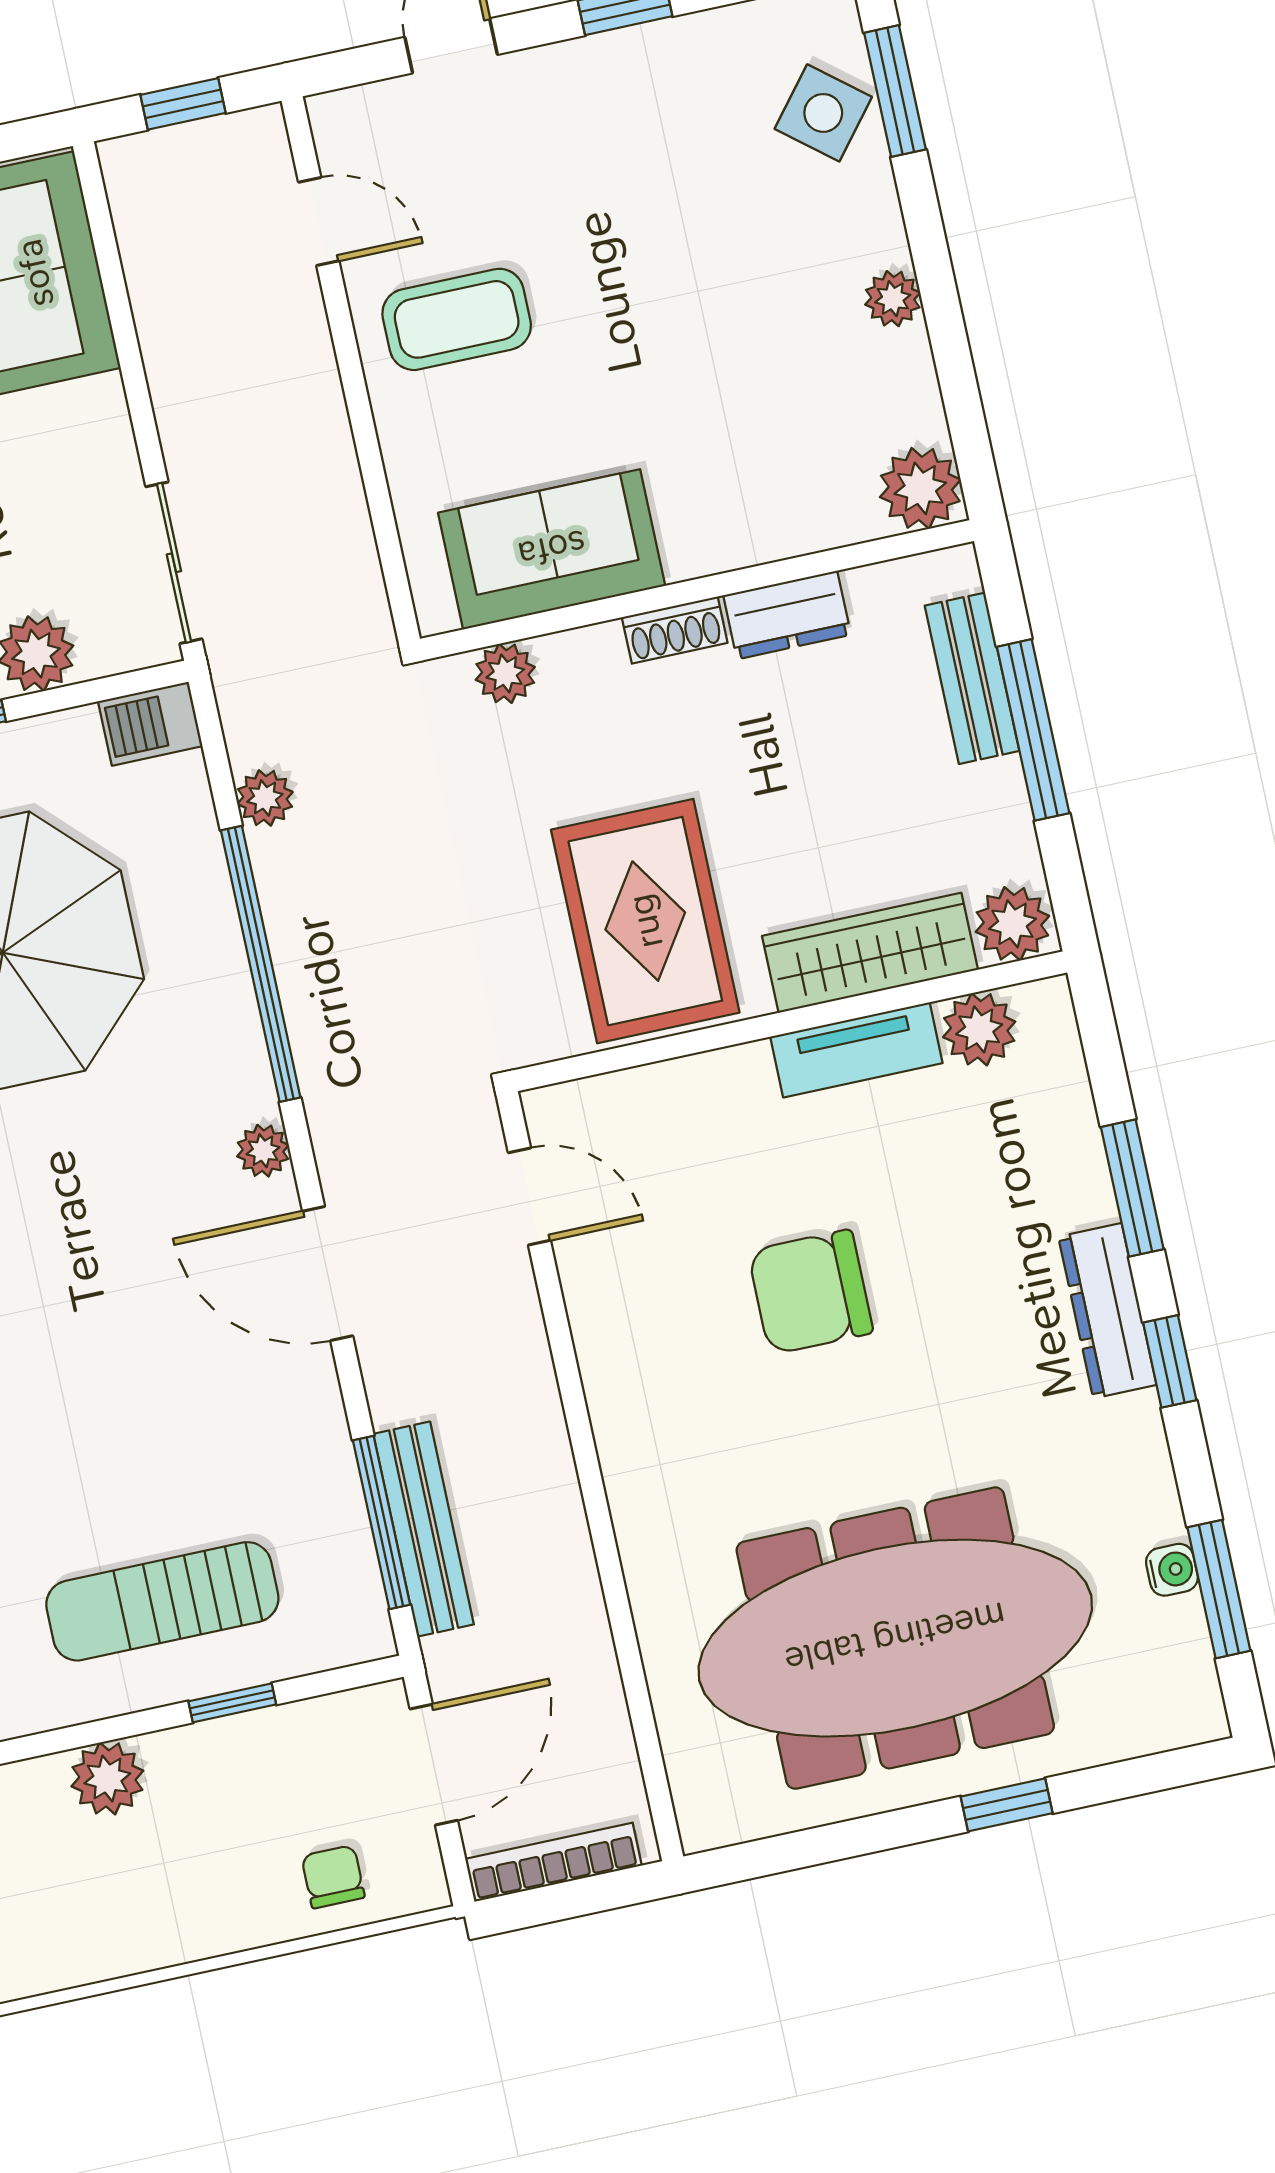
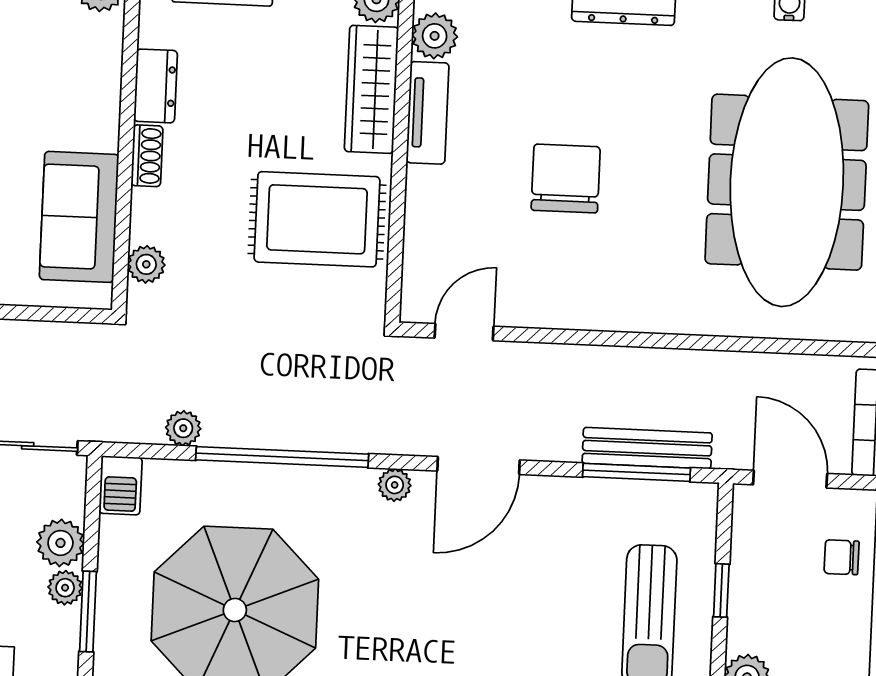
chair: (811, 1292) -> (566, 178), turned 180

